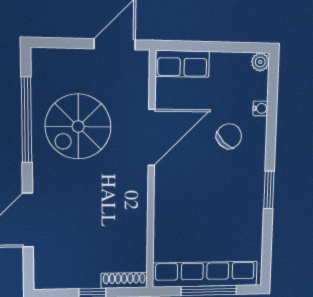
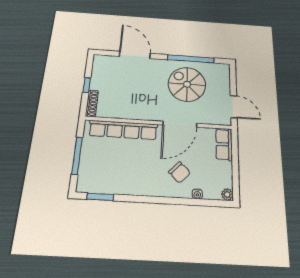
door: (152, 137) -> (180, 124), hinge flipped
window: (269, 190) -> (100, 197), moved
row of seats: (205, 274) -> (123, 130), moved, turned 90

